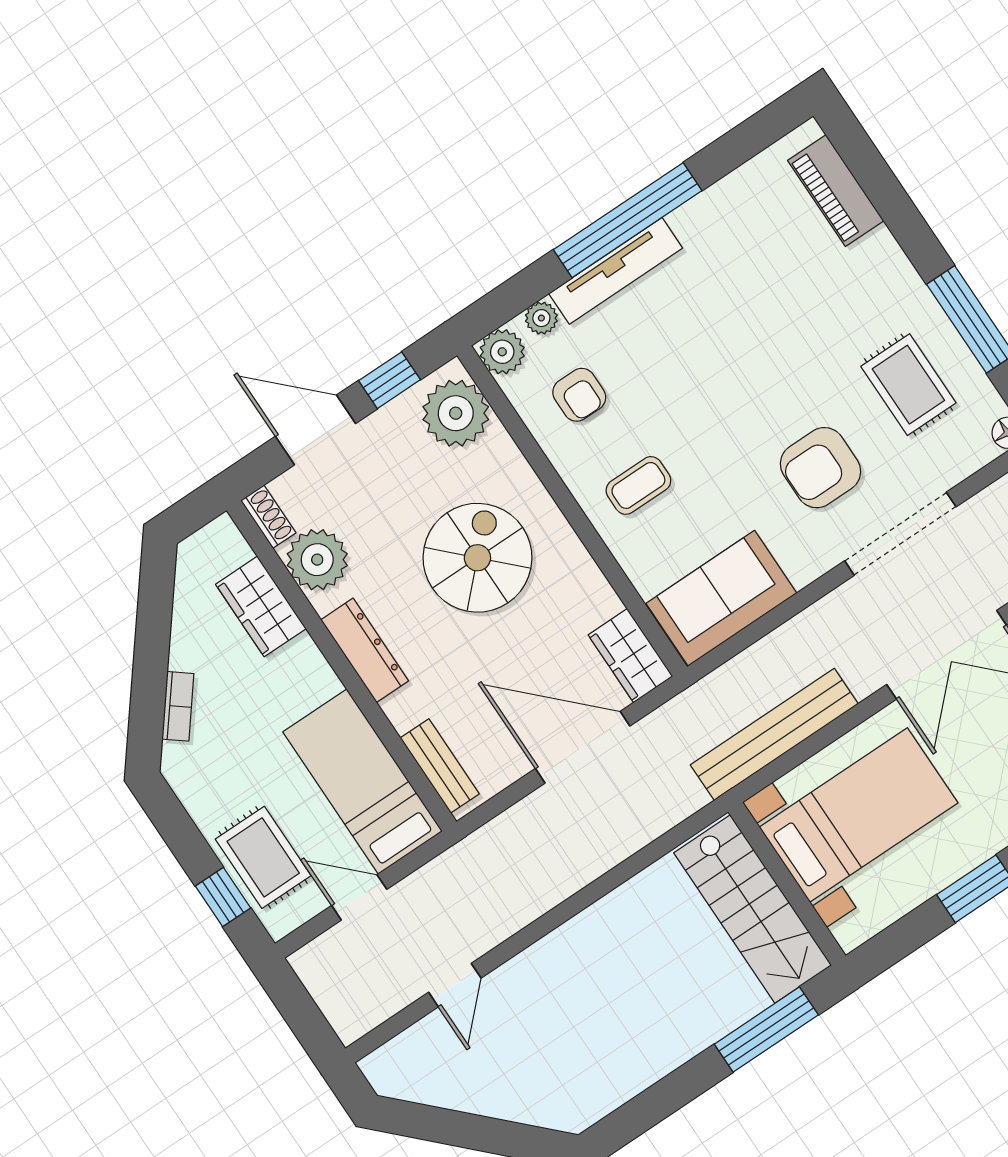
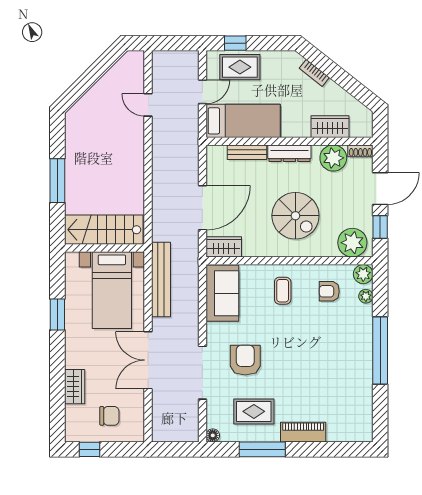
piano: (836, 191) -> (303, 432), moved
tv unit: (616, 271) -> (365, 334), removed
bench: (440, 766) -> (247, 152), moved
window: (766, 1029) -> (57, 181), moved

